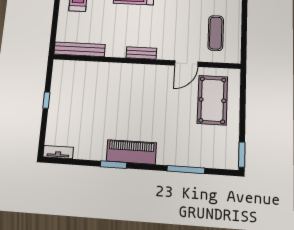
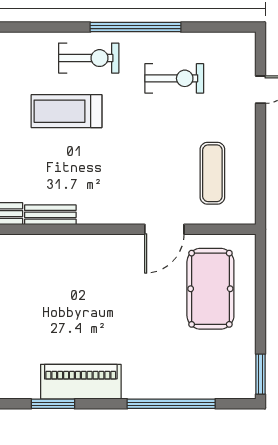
bench: (141, 53) -> (50, 215), moved
window: (186, 170) -> (171, 404), width x1.46

